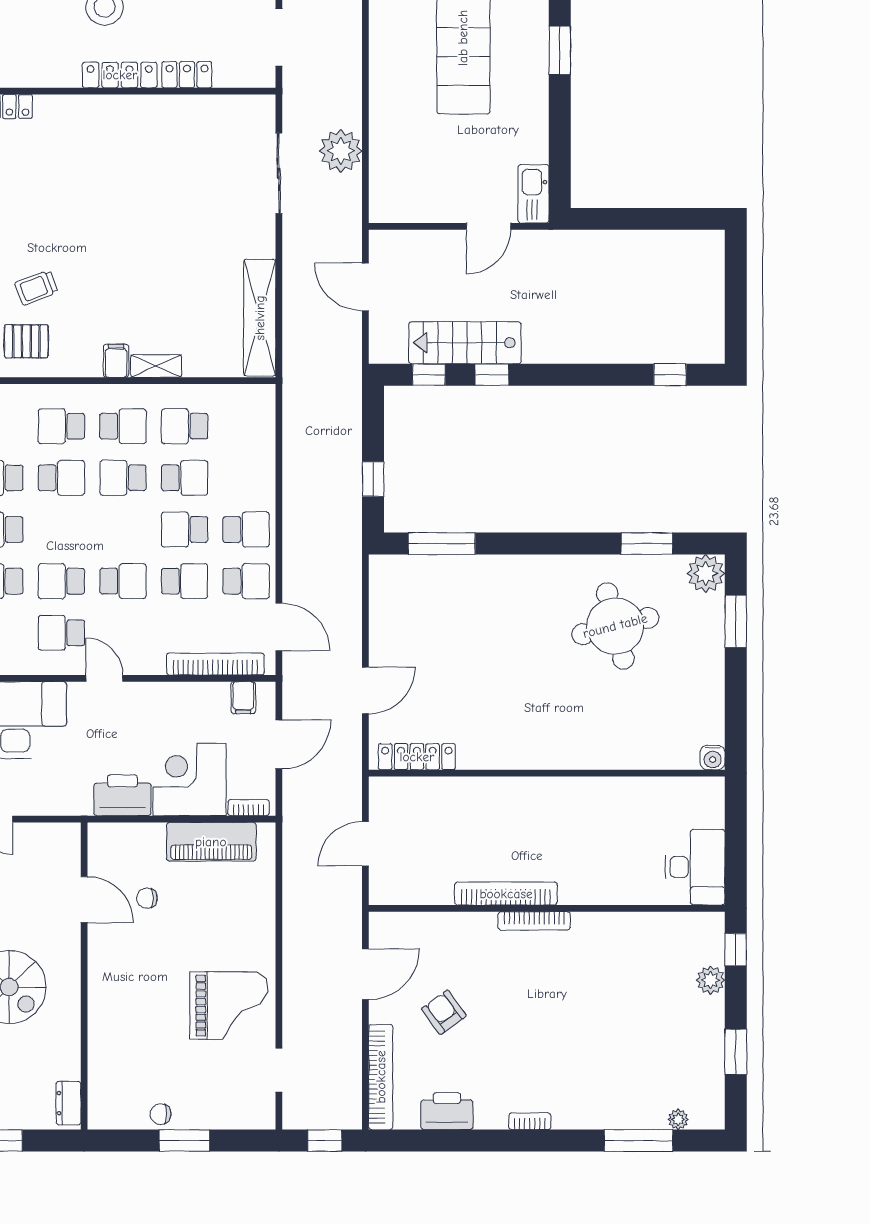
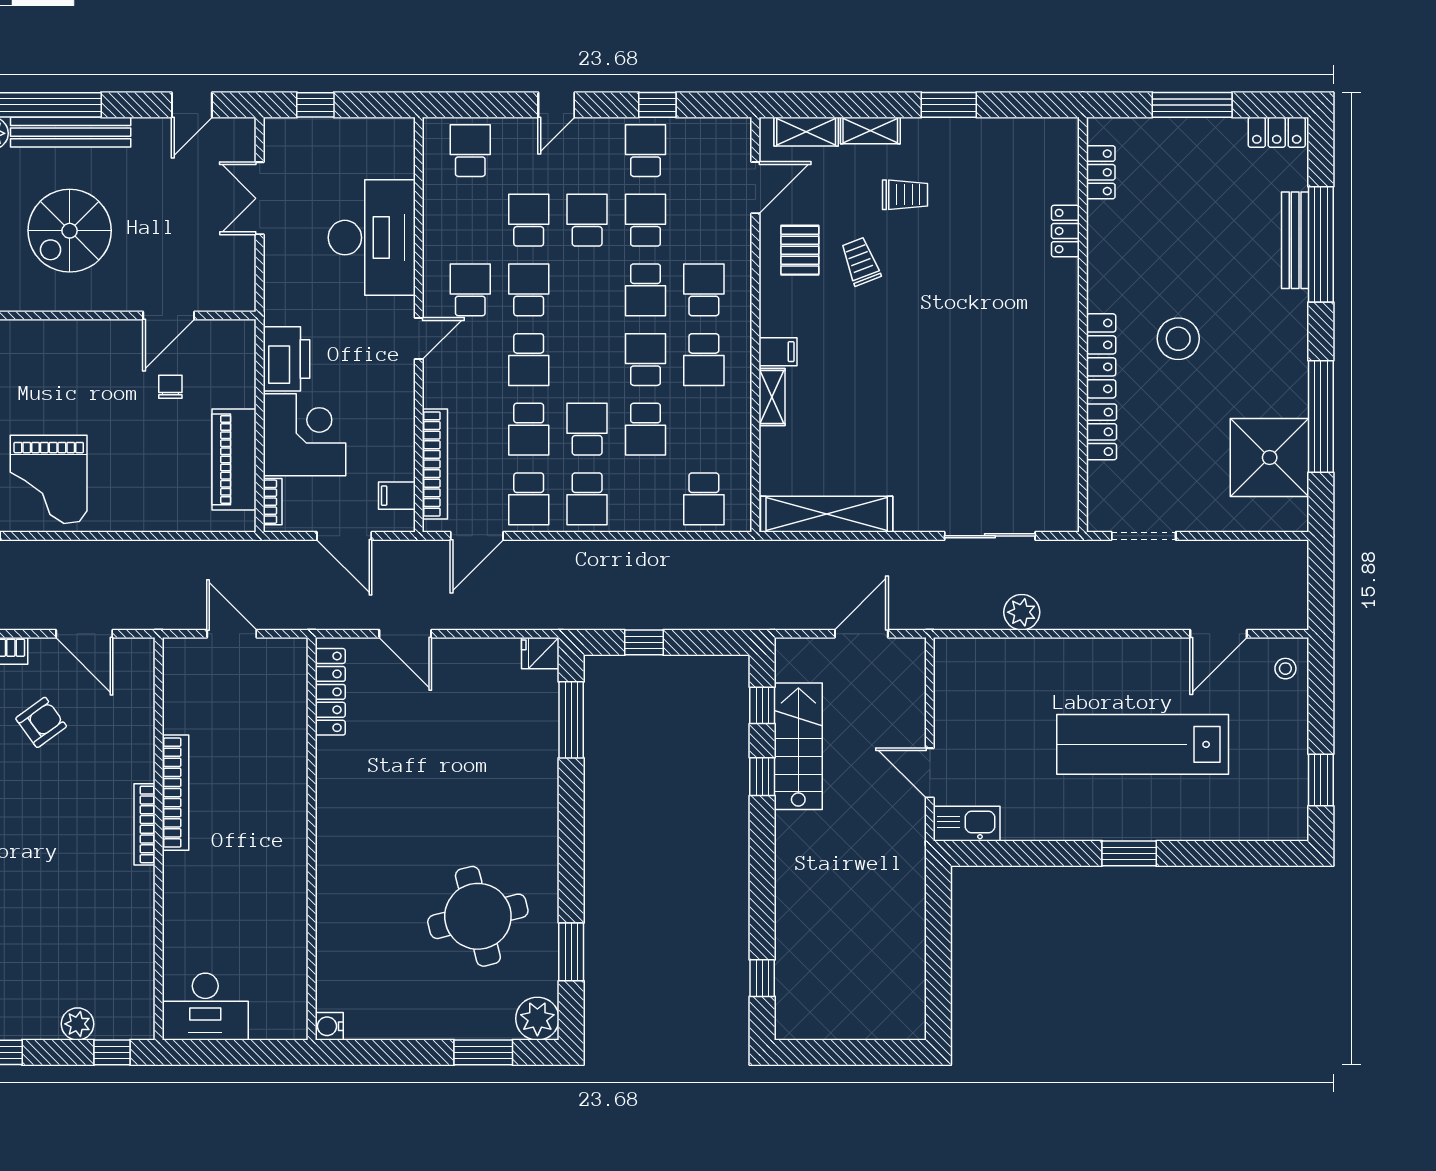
plant: (341, 151) -> (1022, 612), width x0.73, depth x0.73
school desk: (185, 426) -> (704, 499), moved, turned 180
fridge: (383, 571) -> (540, 653), added

